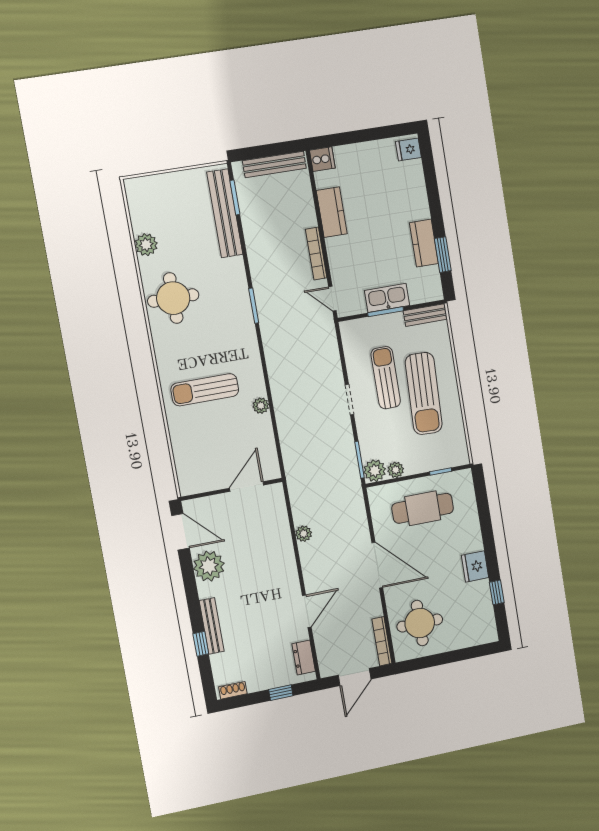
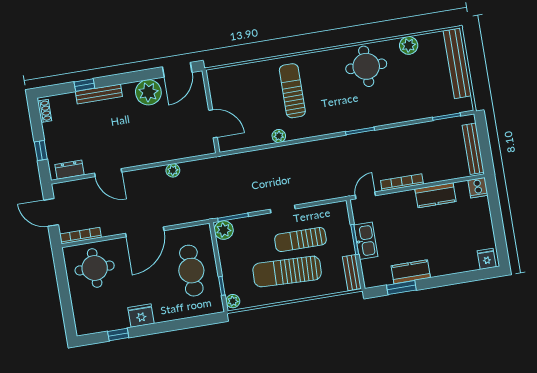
bench: (225, 213) -> (457, 63), moved, turned 90
sun lounger: (386, 378) -> (300, 240), turned 180
plant: (396, 470) -> (233, 301), moved

